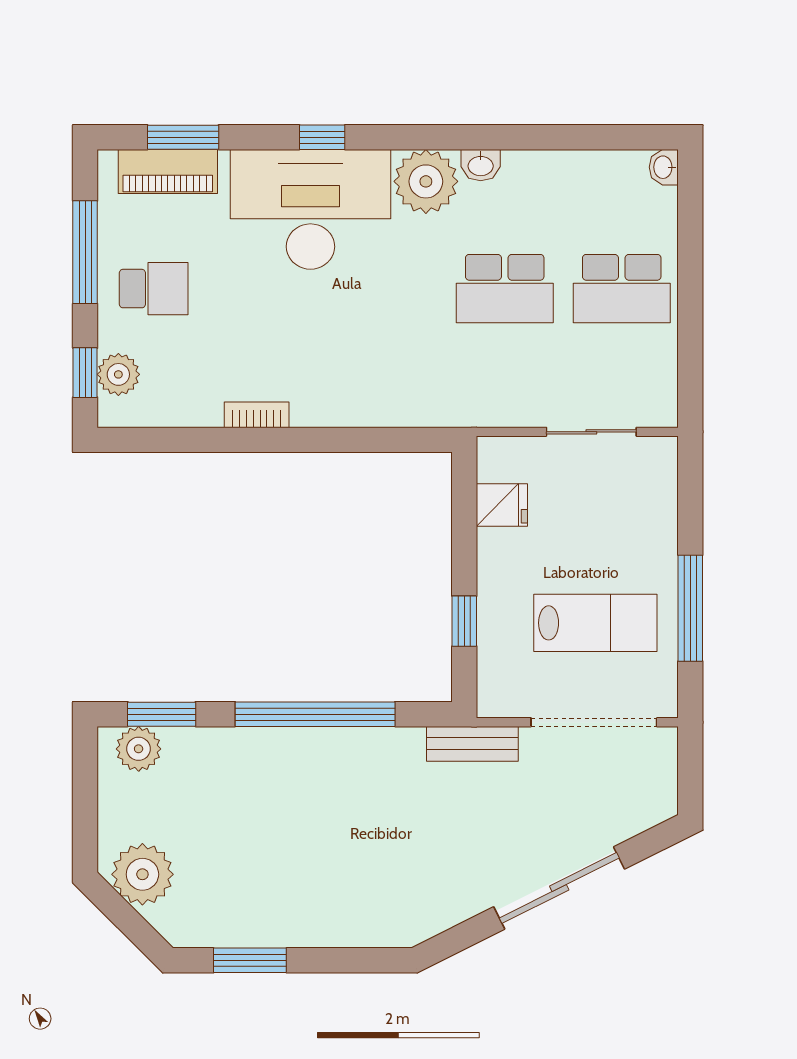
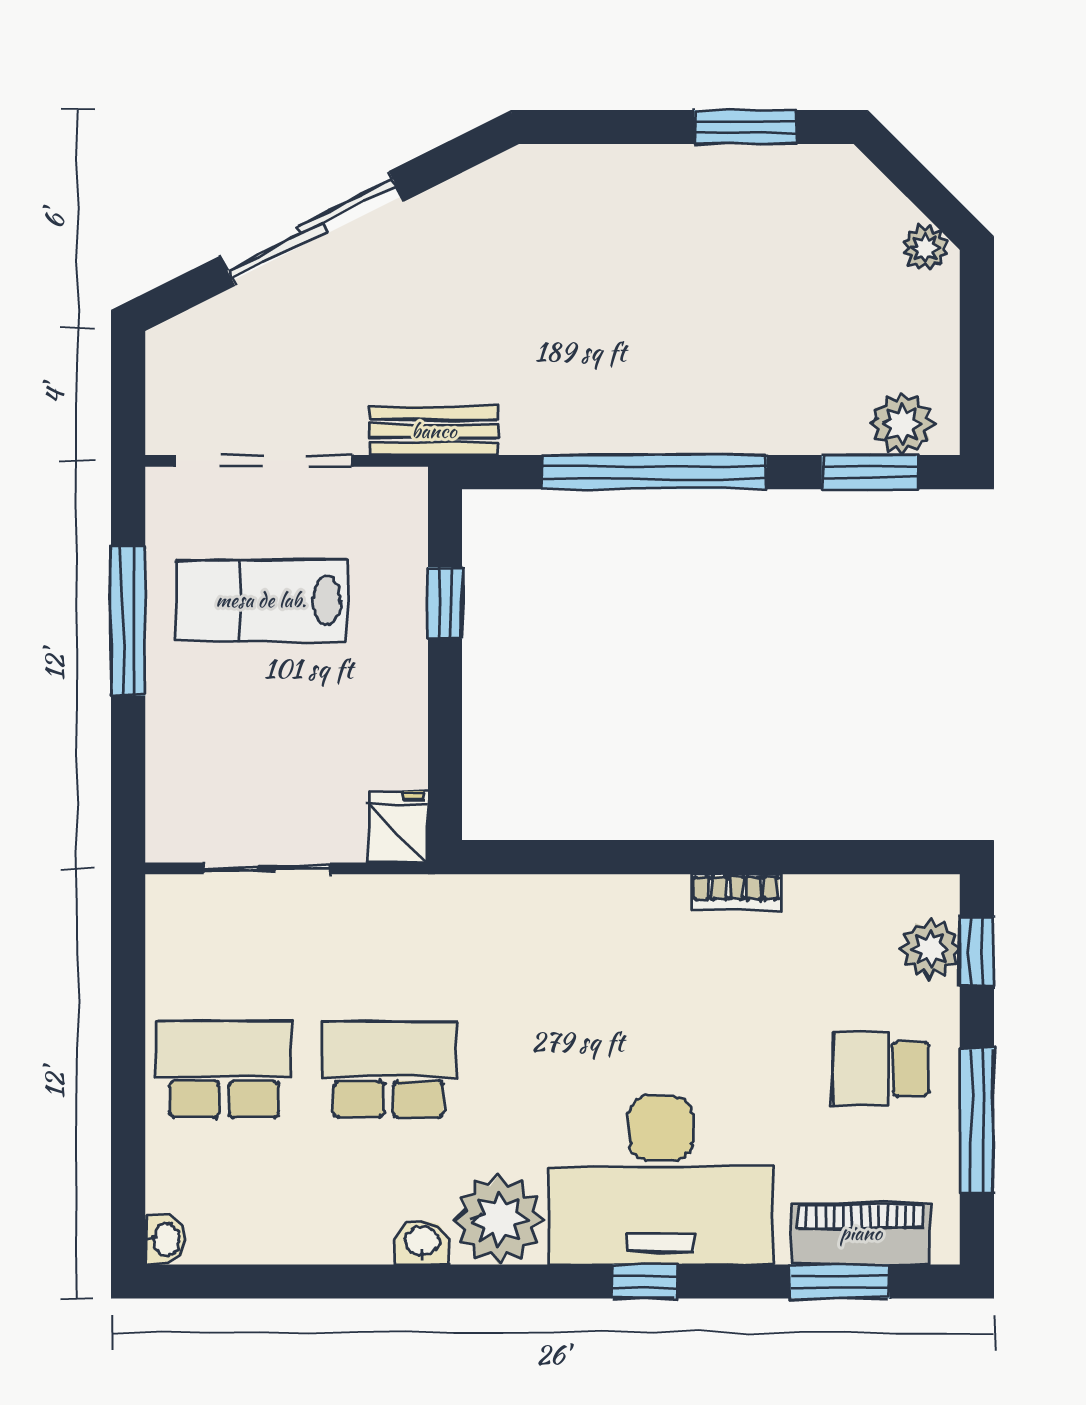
fridge: (502, 505) -> (398, 827), moved, turned 90
plant: (142, 874) -> (925, 248), width x0.53, depth x0.53

